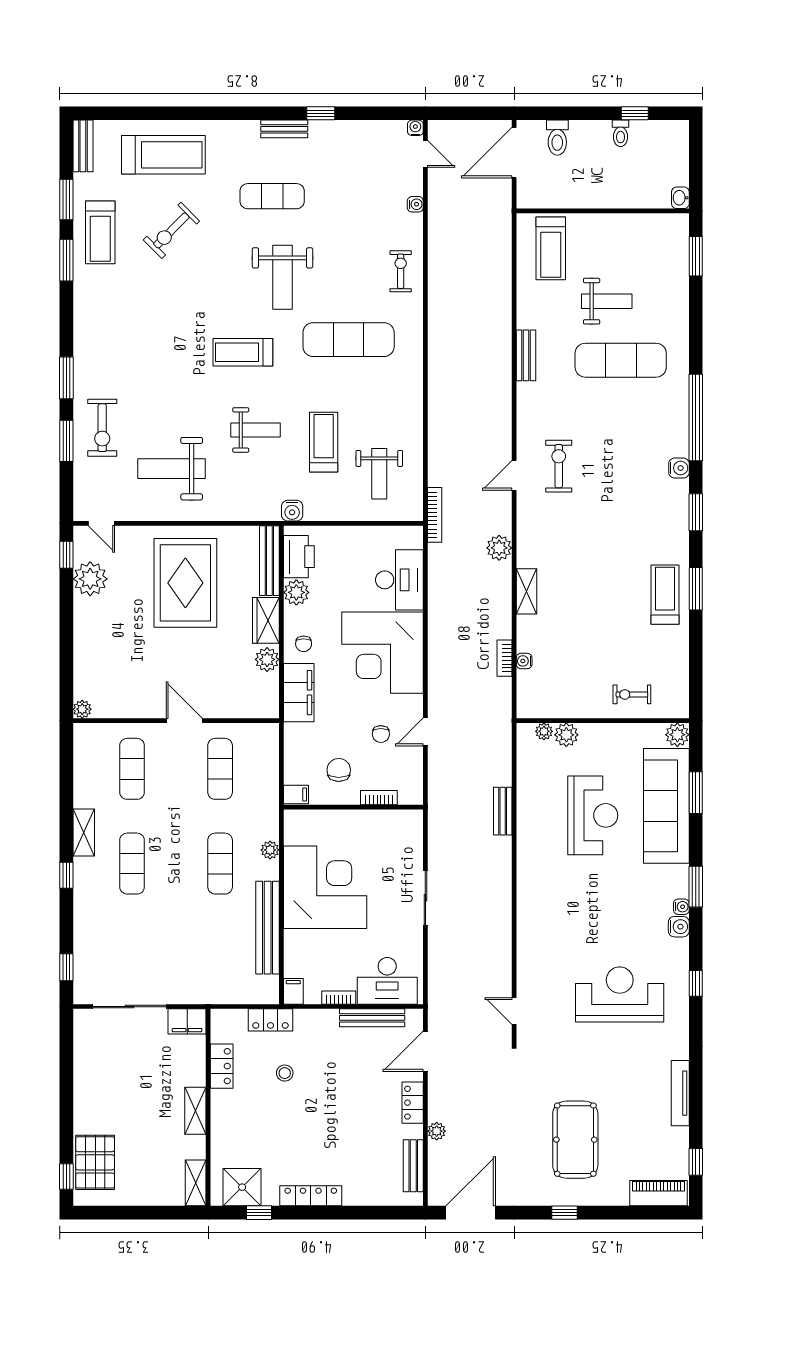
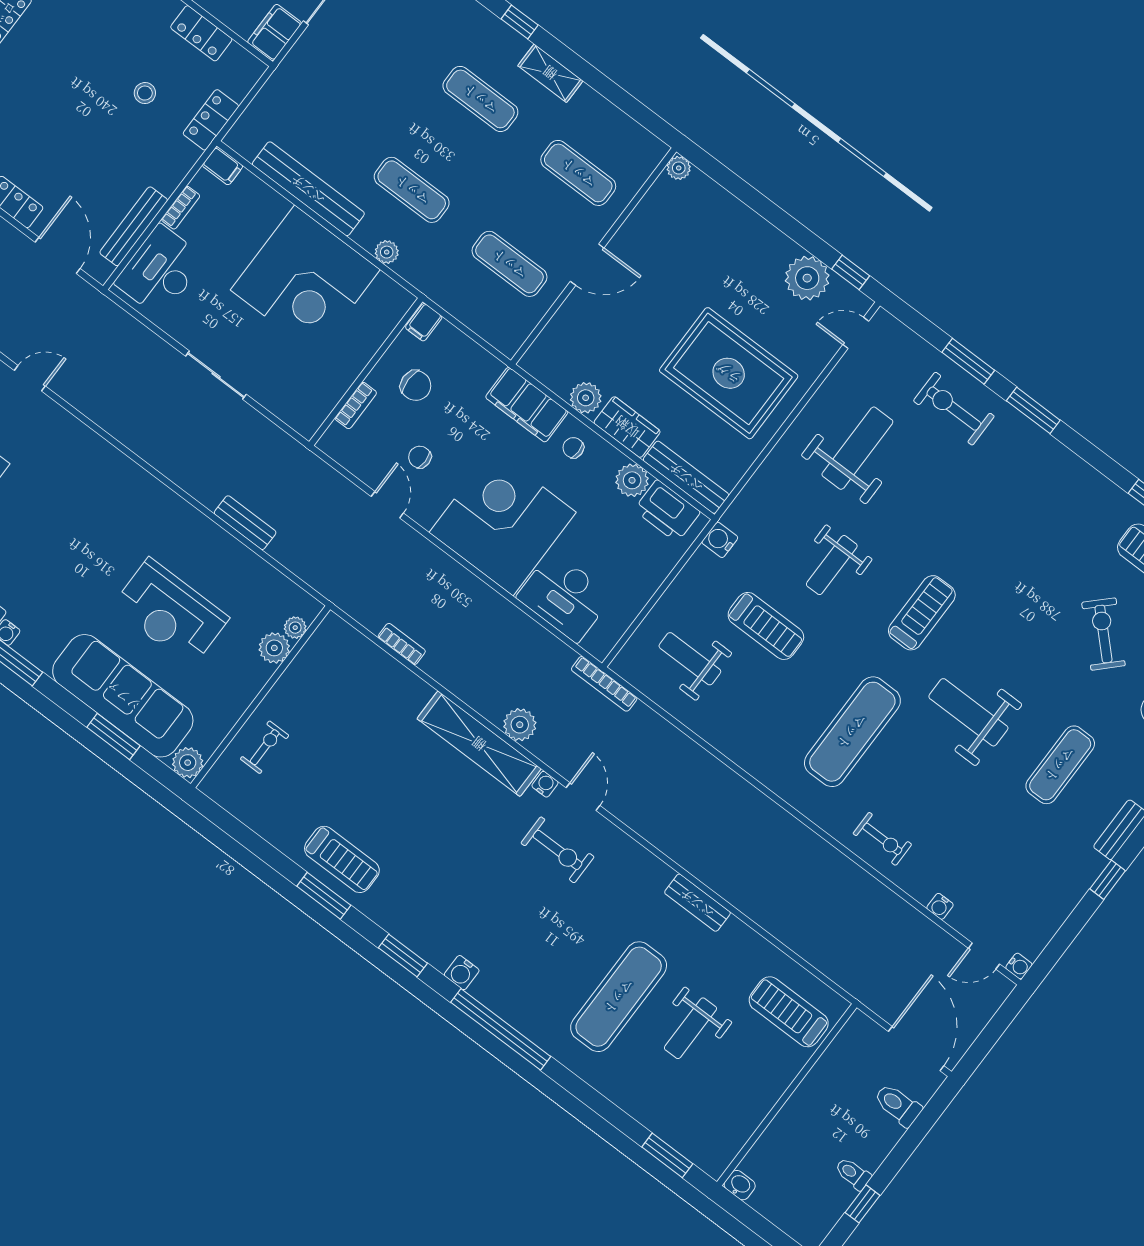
shelving: (526, 591) -> (479, 744), width x2.20, depth x1.33
water cooler: (524, 661) -> (545, 784), moved

